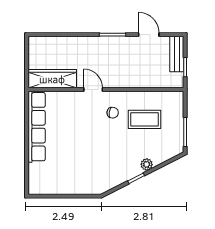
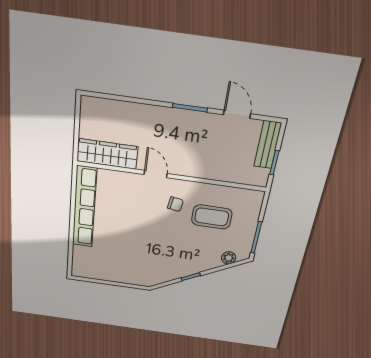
plant: (147, 164) -> (229, 258), moved

